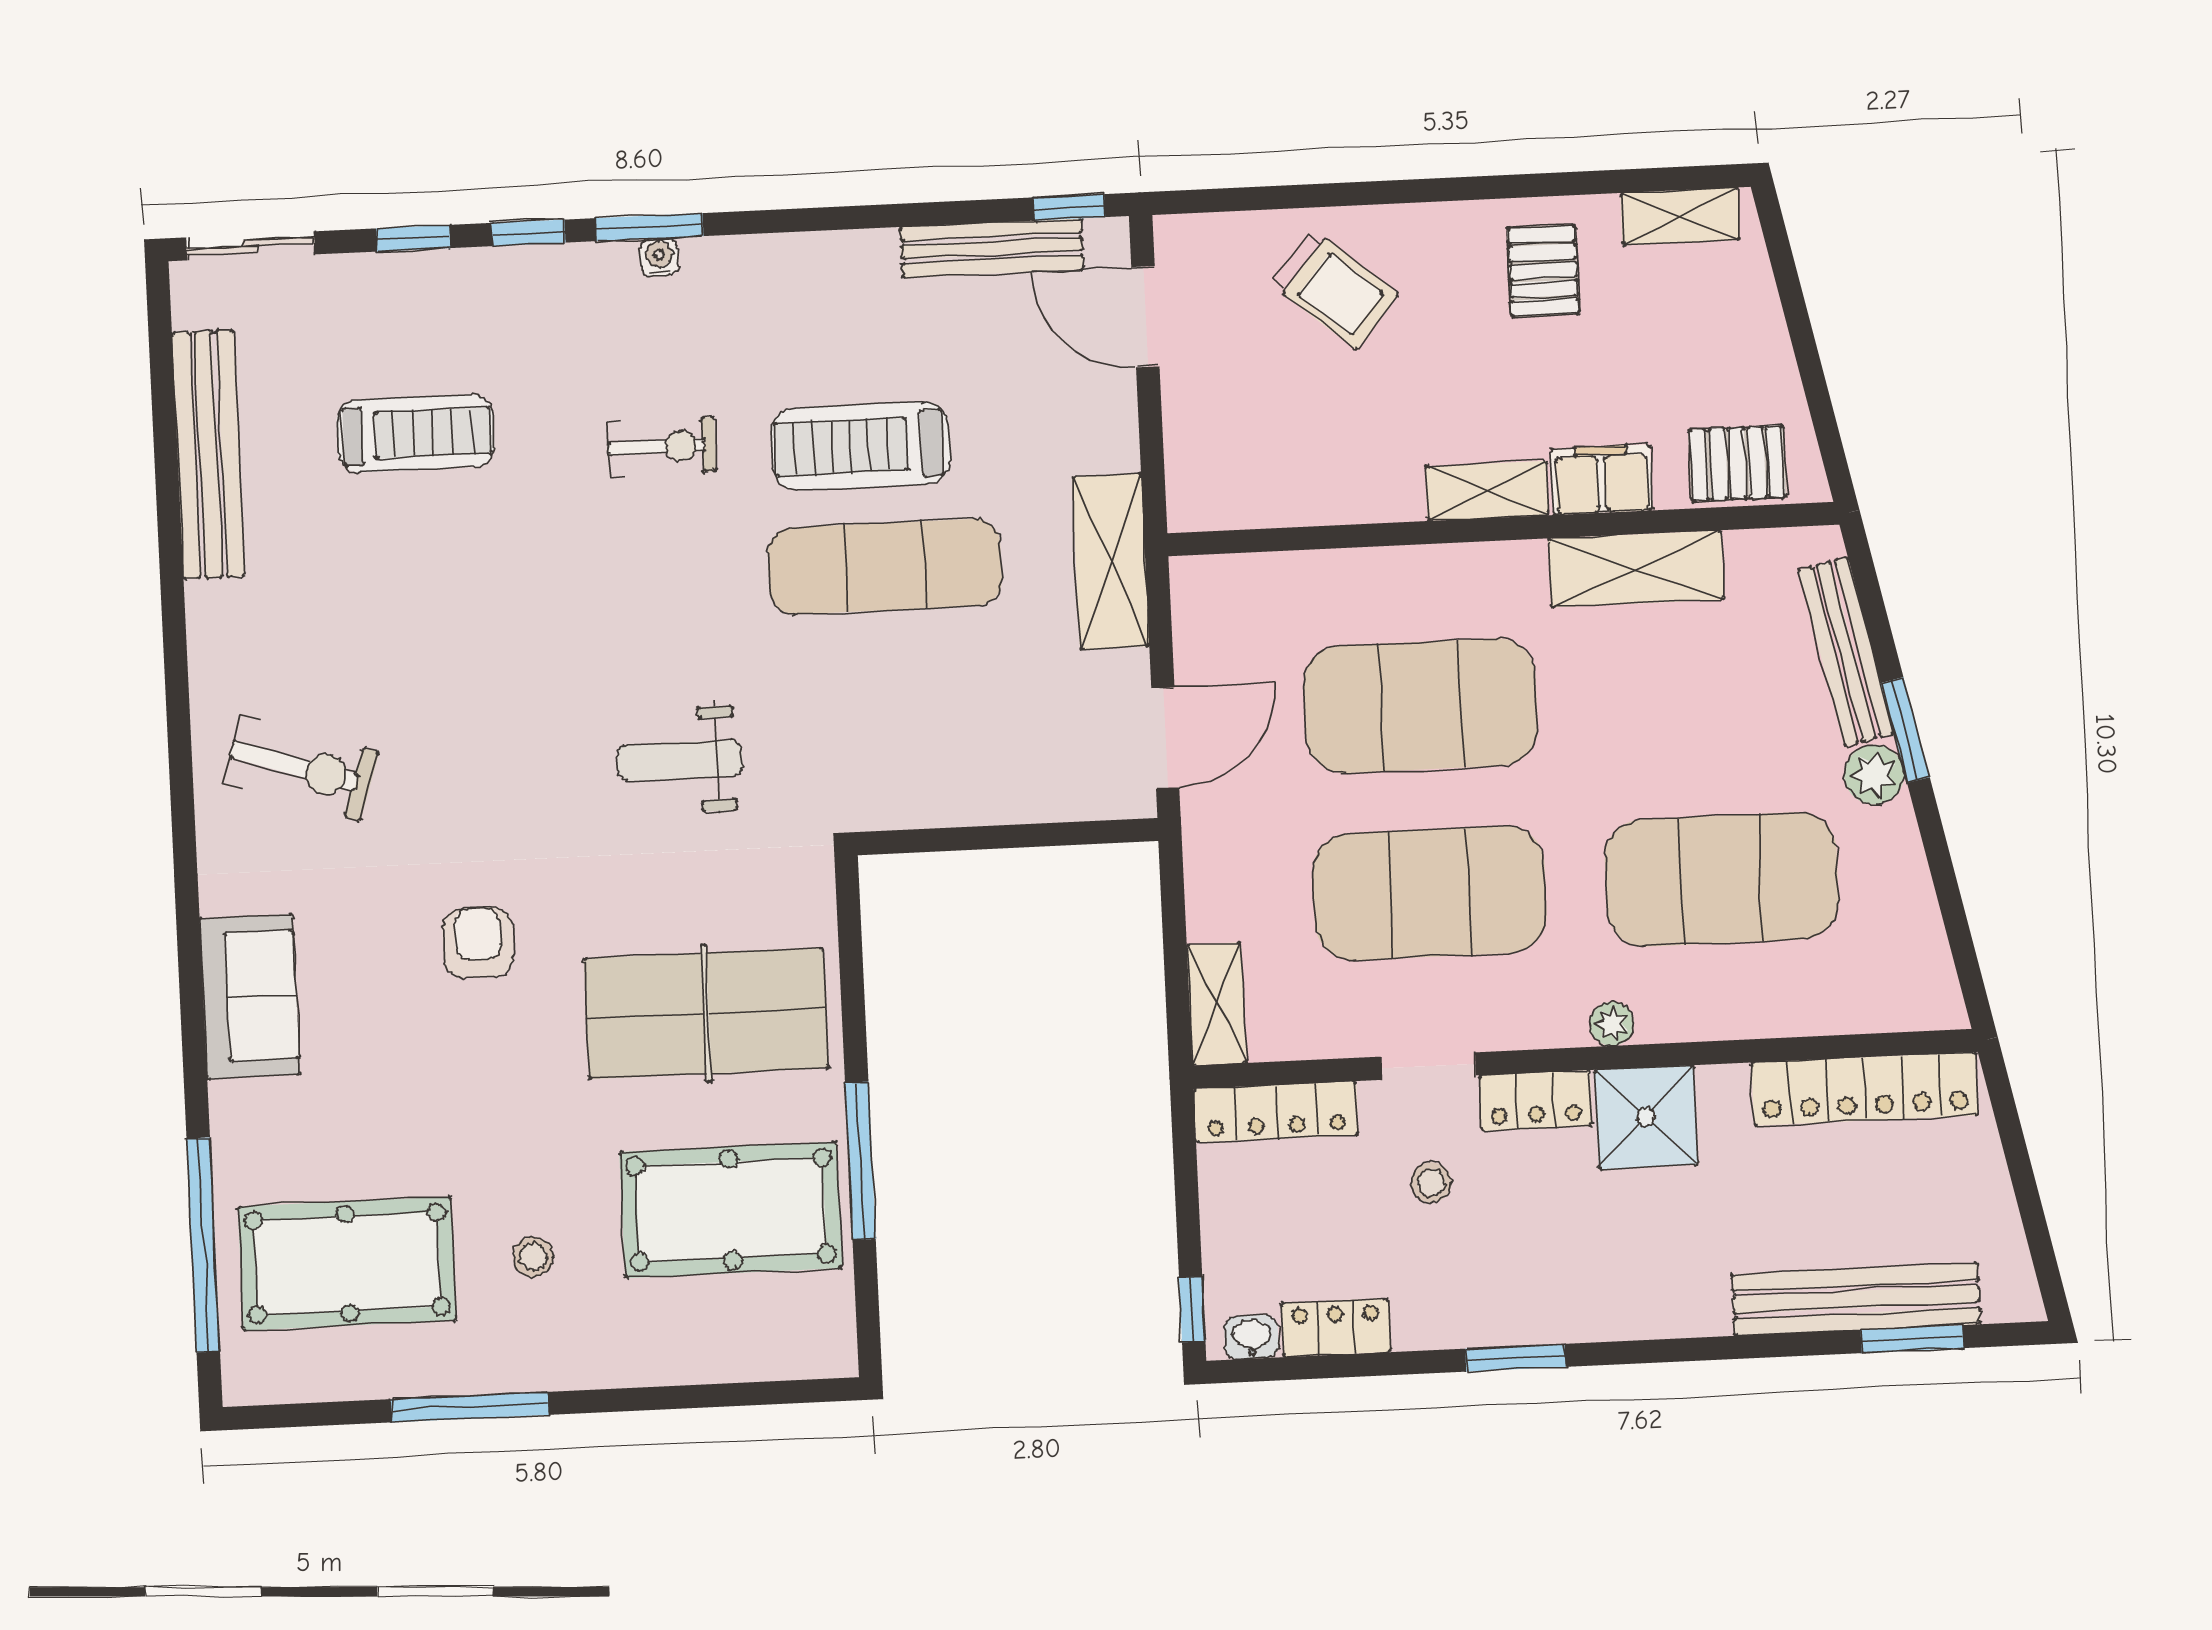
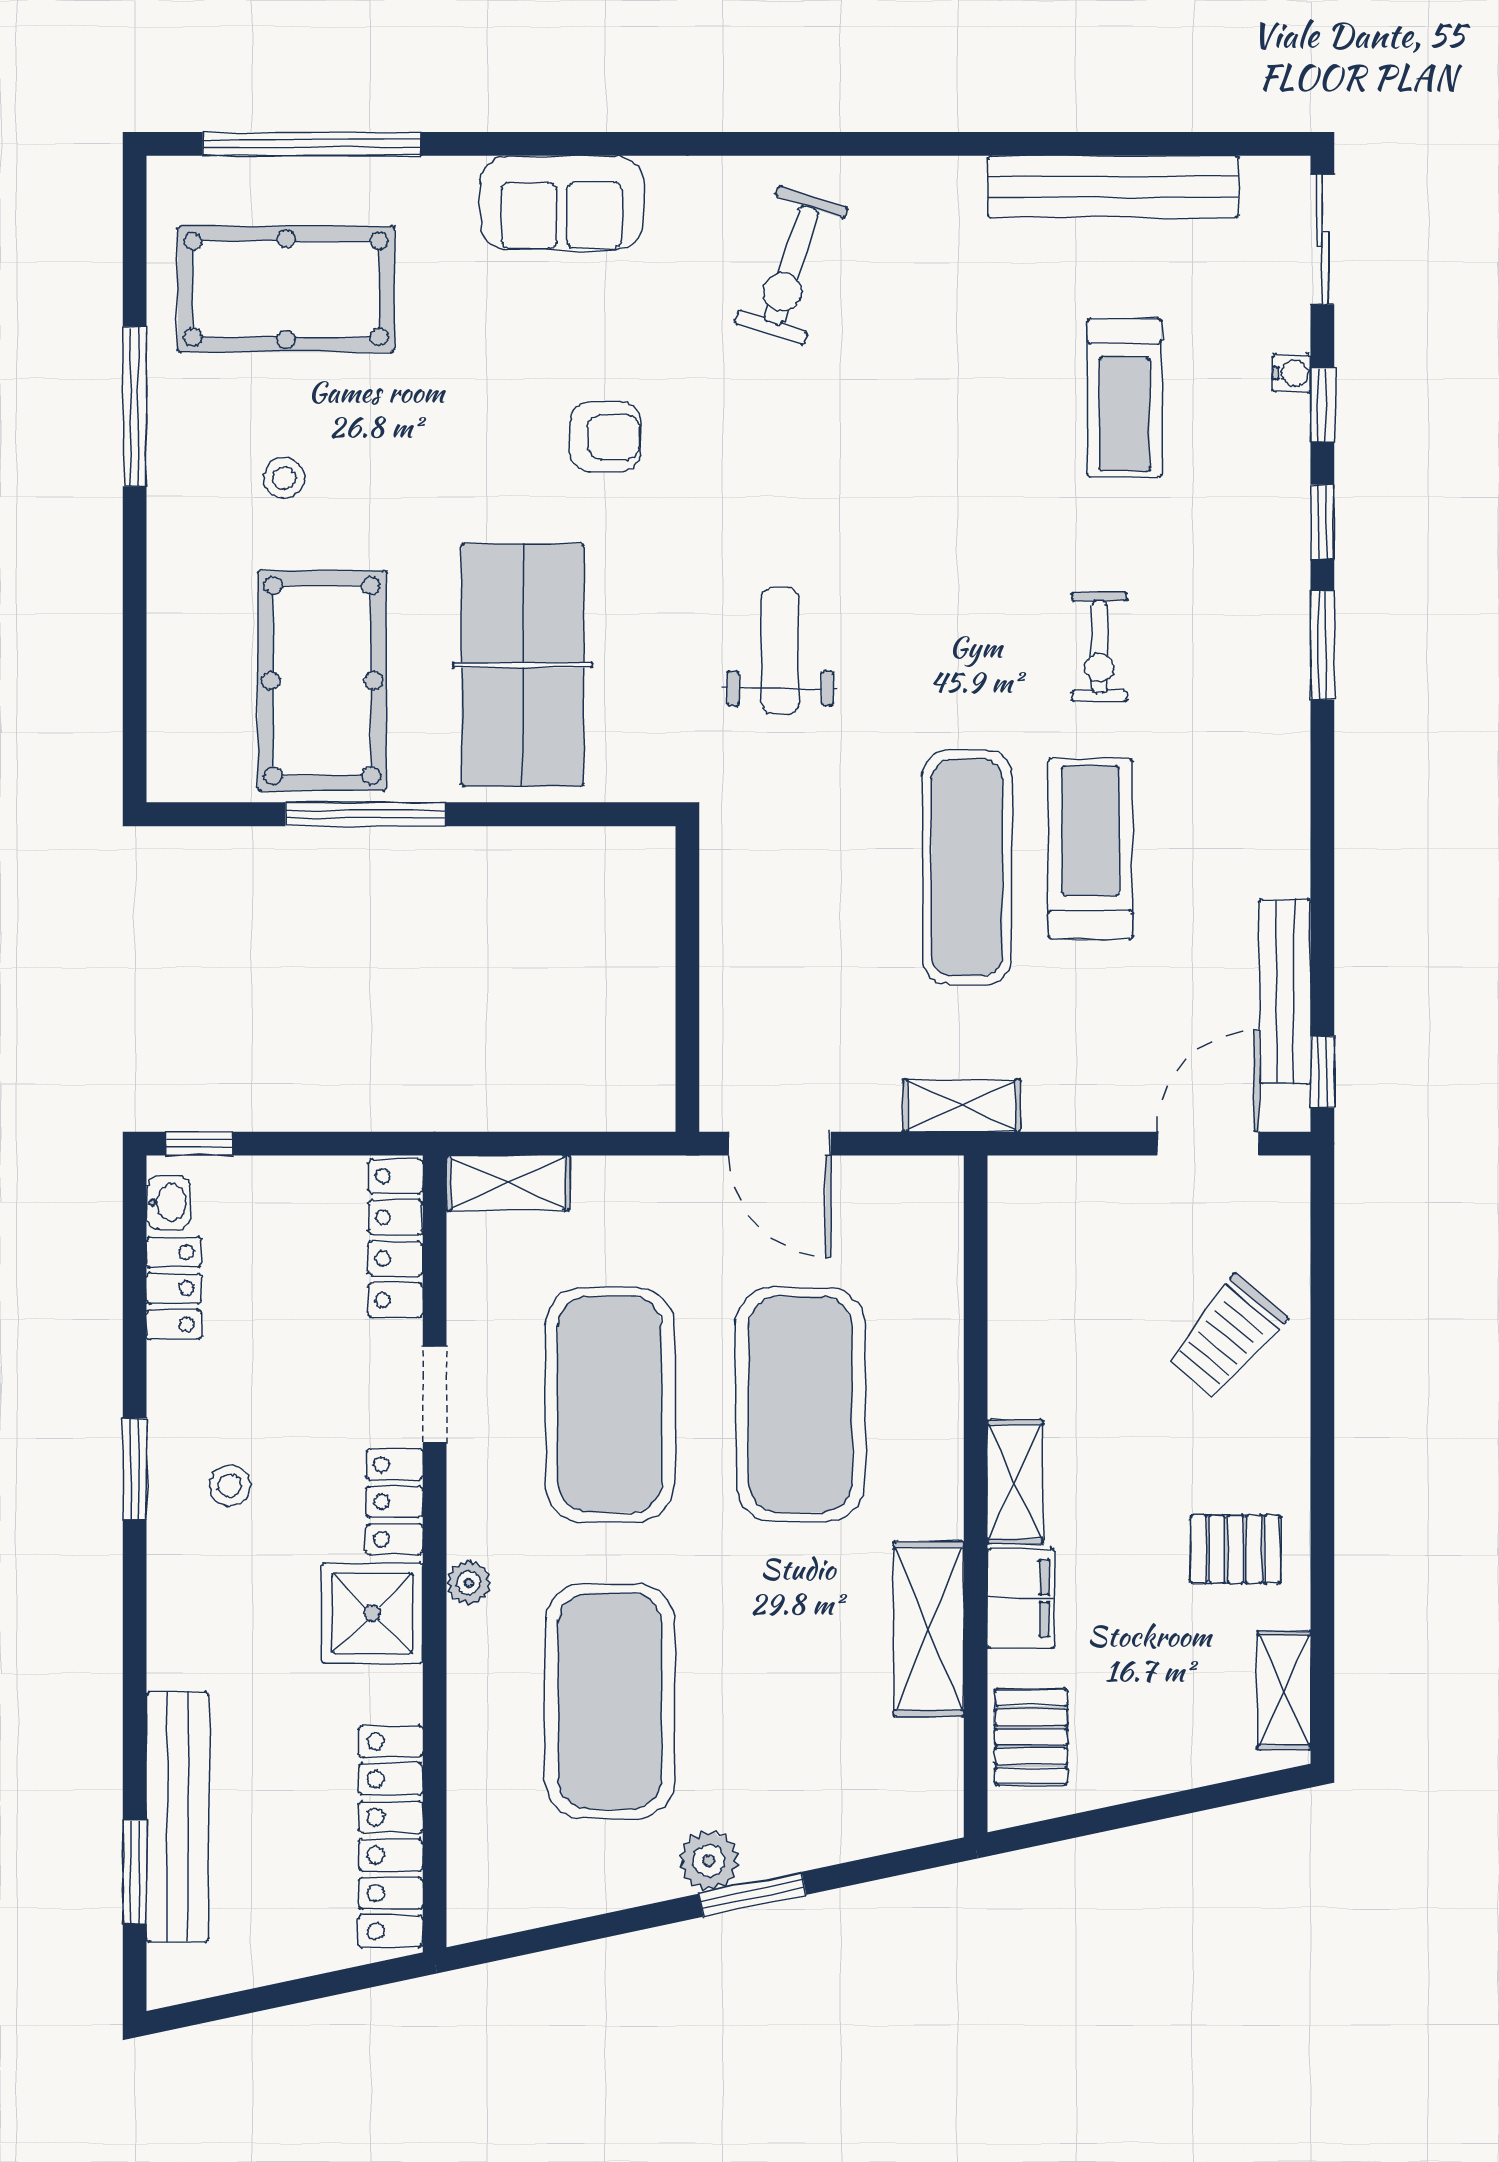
water cooler: (659, 257) -> (1292, 373), moved
shelving: (1111, 561) -> (962, 1105), width x0.67, depth x0.75
bench: (1846, 652) -> (835, 1838), removed
stool: (1431, 1182) -> (230, 1486), moved
pool table: (347, 1264) -> (286, 289), turned 90

